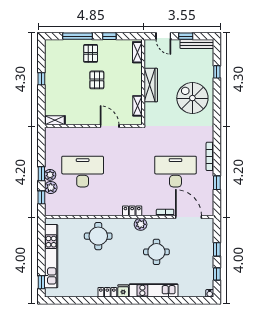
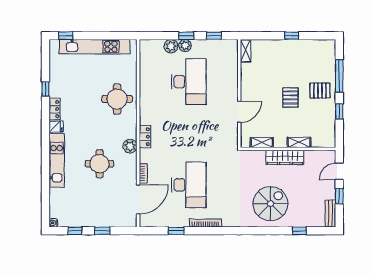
bench: (197, 44) -> (330, 214), width x0.73
shelving: (137, 52) -> (299, 142), moved
pallet: (97, 80) -> (290, 97), turned 90
window: (41, 197) -> (214, 36), moved
window: (89, 300) -> (45, 89), added

